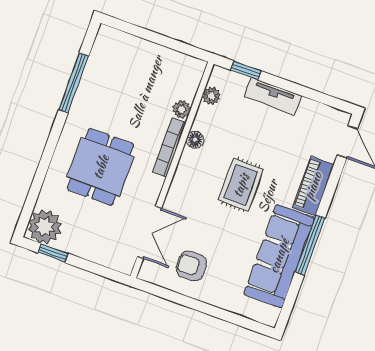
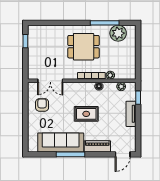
dining table: (101, 167) -> (84, 47), moved
plant: (45, 227) -> (118, 33), moved

